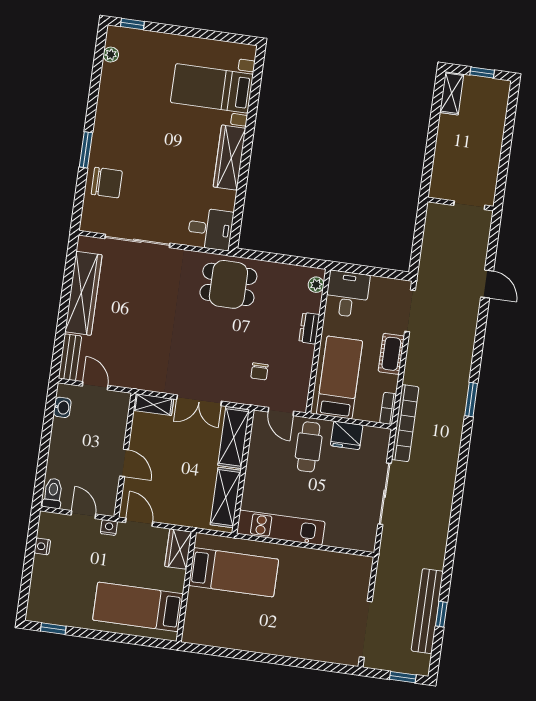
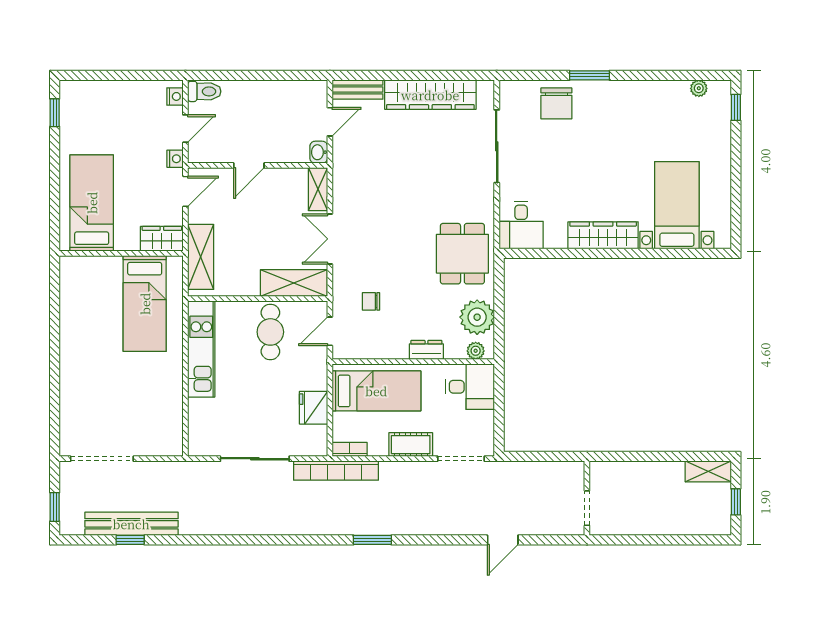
plant: (286, 279) -> (477, 317), added
washbasin: (62, 407) -> (319, 152), moved, turned 90
cafe table: (309, 447) -> (270, 332), moved, turned 90
shelving: (226, 498) -> (201, 257), moved, turned 90
nightstand: (42, 546) -> (175, 96), moved, turned 90

